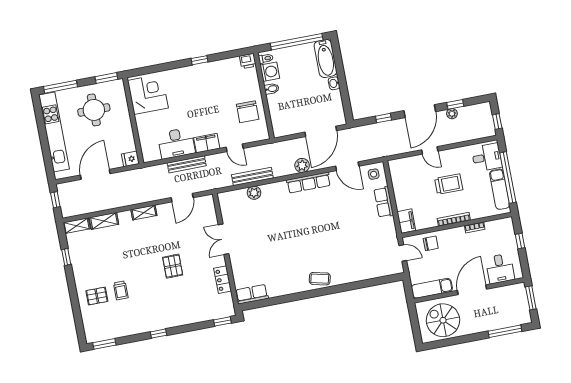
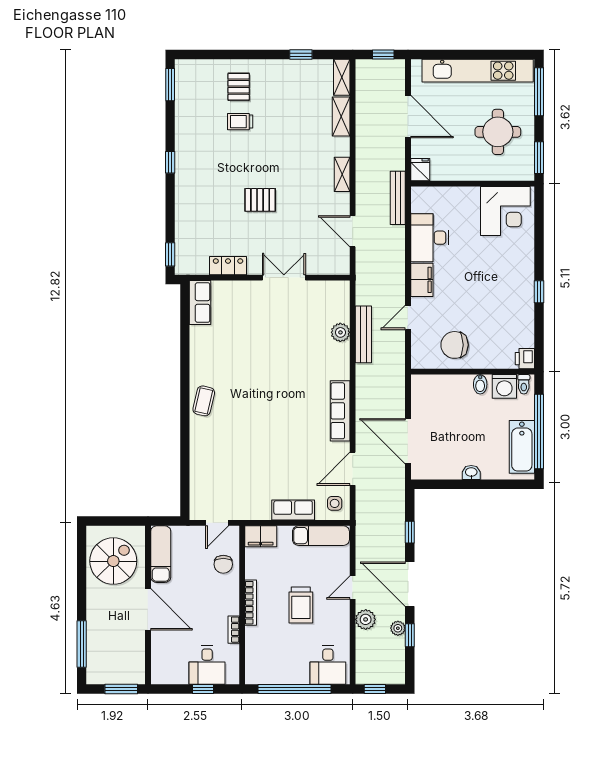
bathtub: (325, 58) -> (522, 447), moved, turned -90
bench: (187, 164) -> (398, 198), moved
plant: (302, 165) -> (366, 619), moved
exam couch: (500, 189) -> (321, 536), moved, turned 180
desk: (500, 269) -> (207, 665), moved, turned -90

